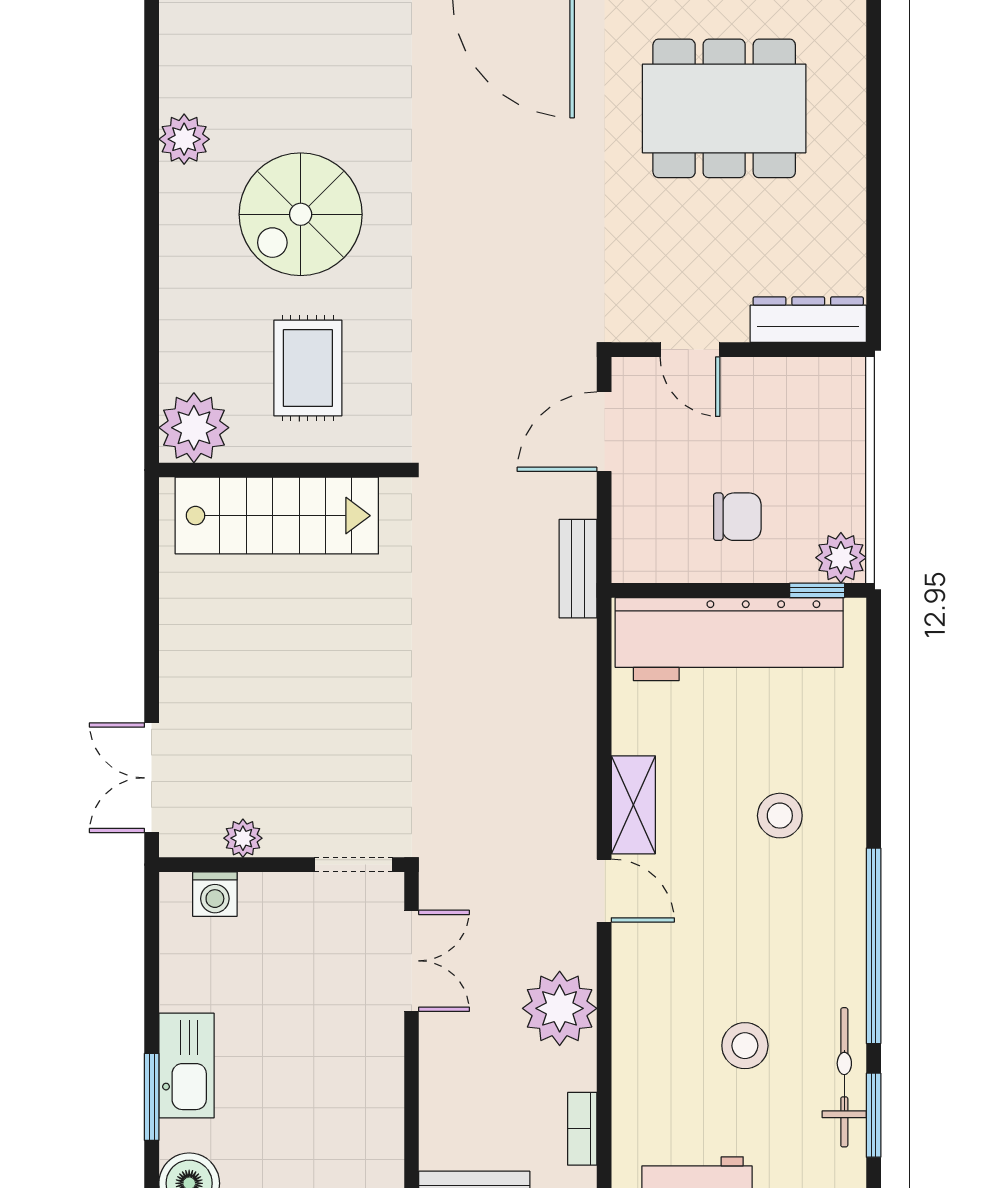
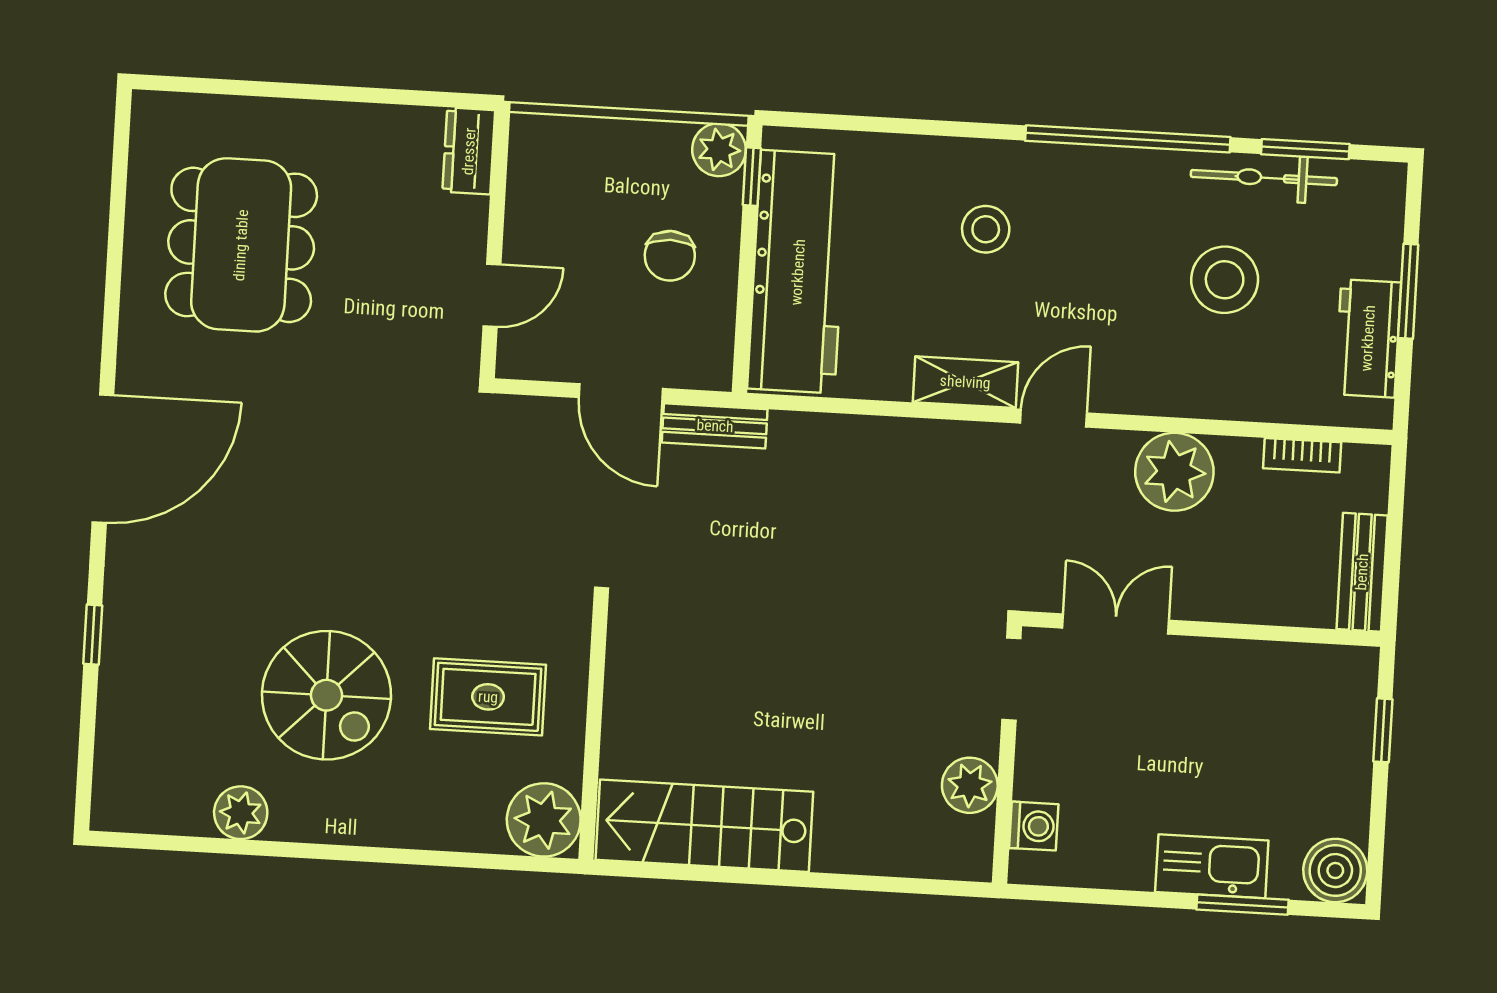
dresser: (808, 320) -> (469, 151), width x0.70
door: (604, 432) -> (621, 393), moved
stairs: (277, 516) -> (704, 826), moved, turned -90
chair: (737, 517) -> (670, 256), turned 180
double door: (152, 778) -> (908, 885), removed
plant: (243, 838) -> (970, 785), width x1.38, depth x1.38
stool: (745, 1046) -> (1225, 280), width x1.38, depth x1.38

